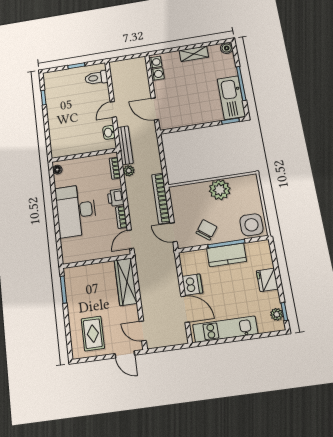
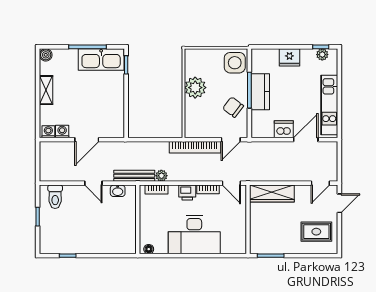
door: (155, 109) -> (87, 140), moved

